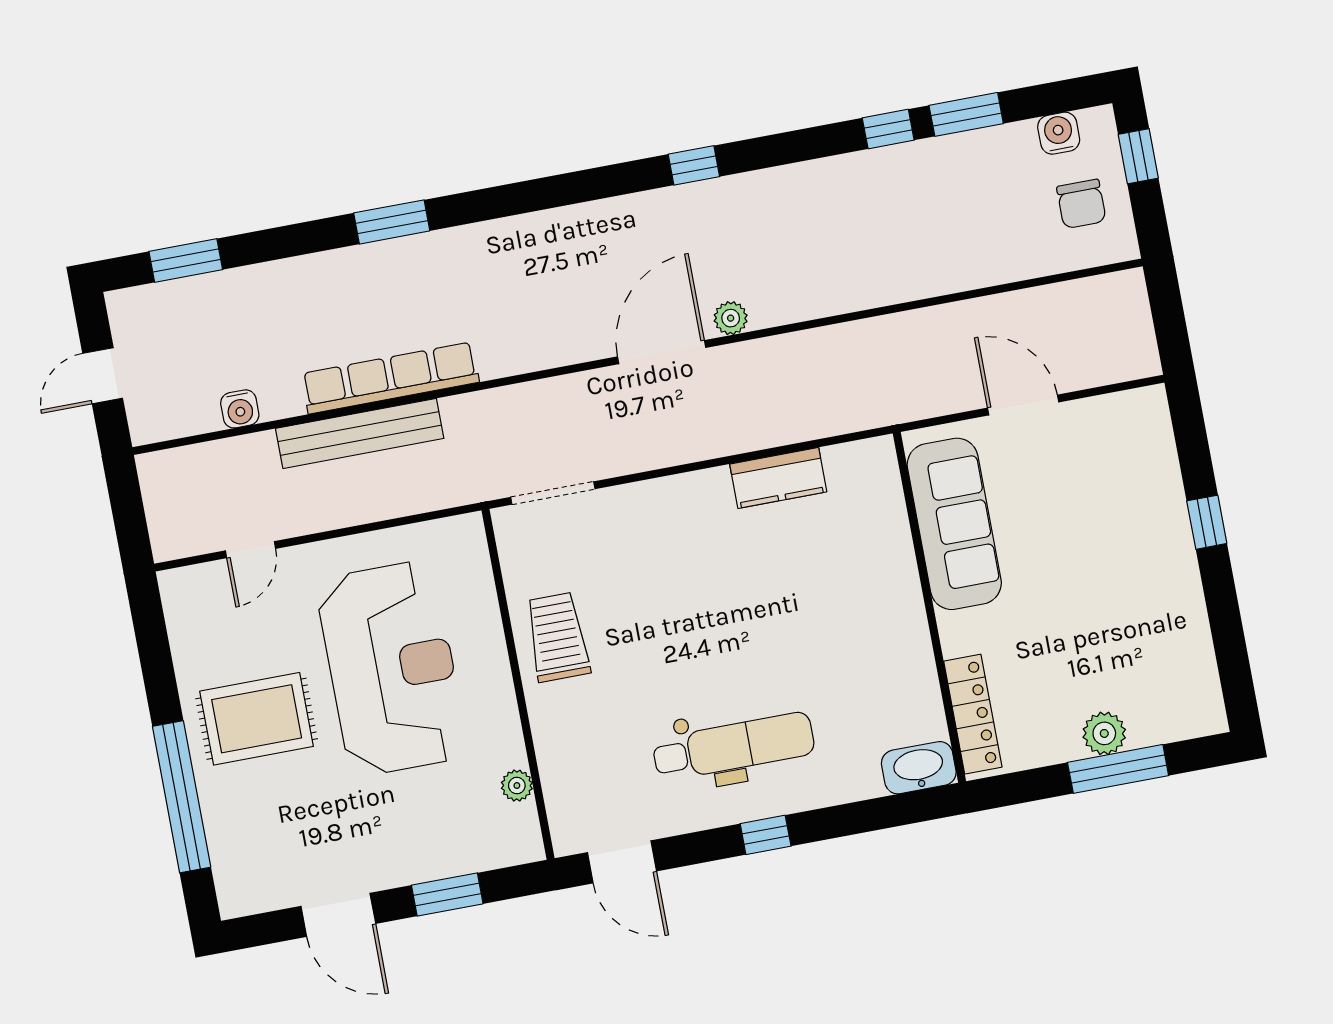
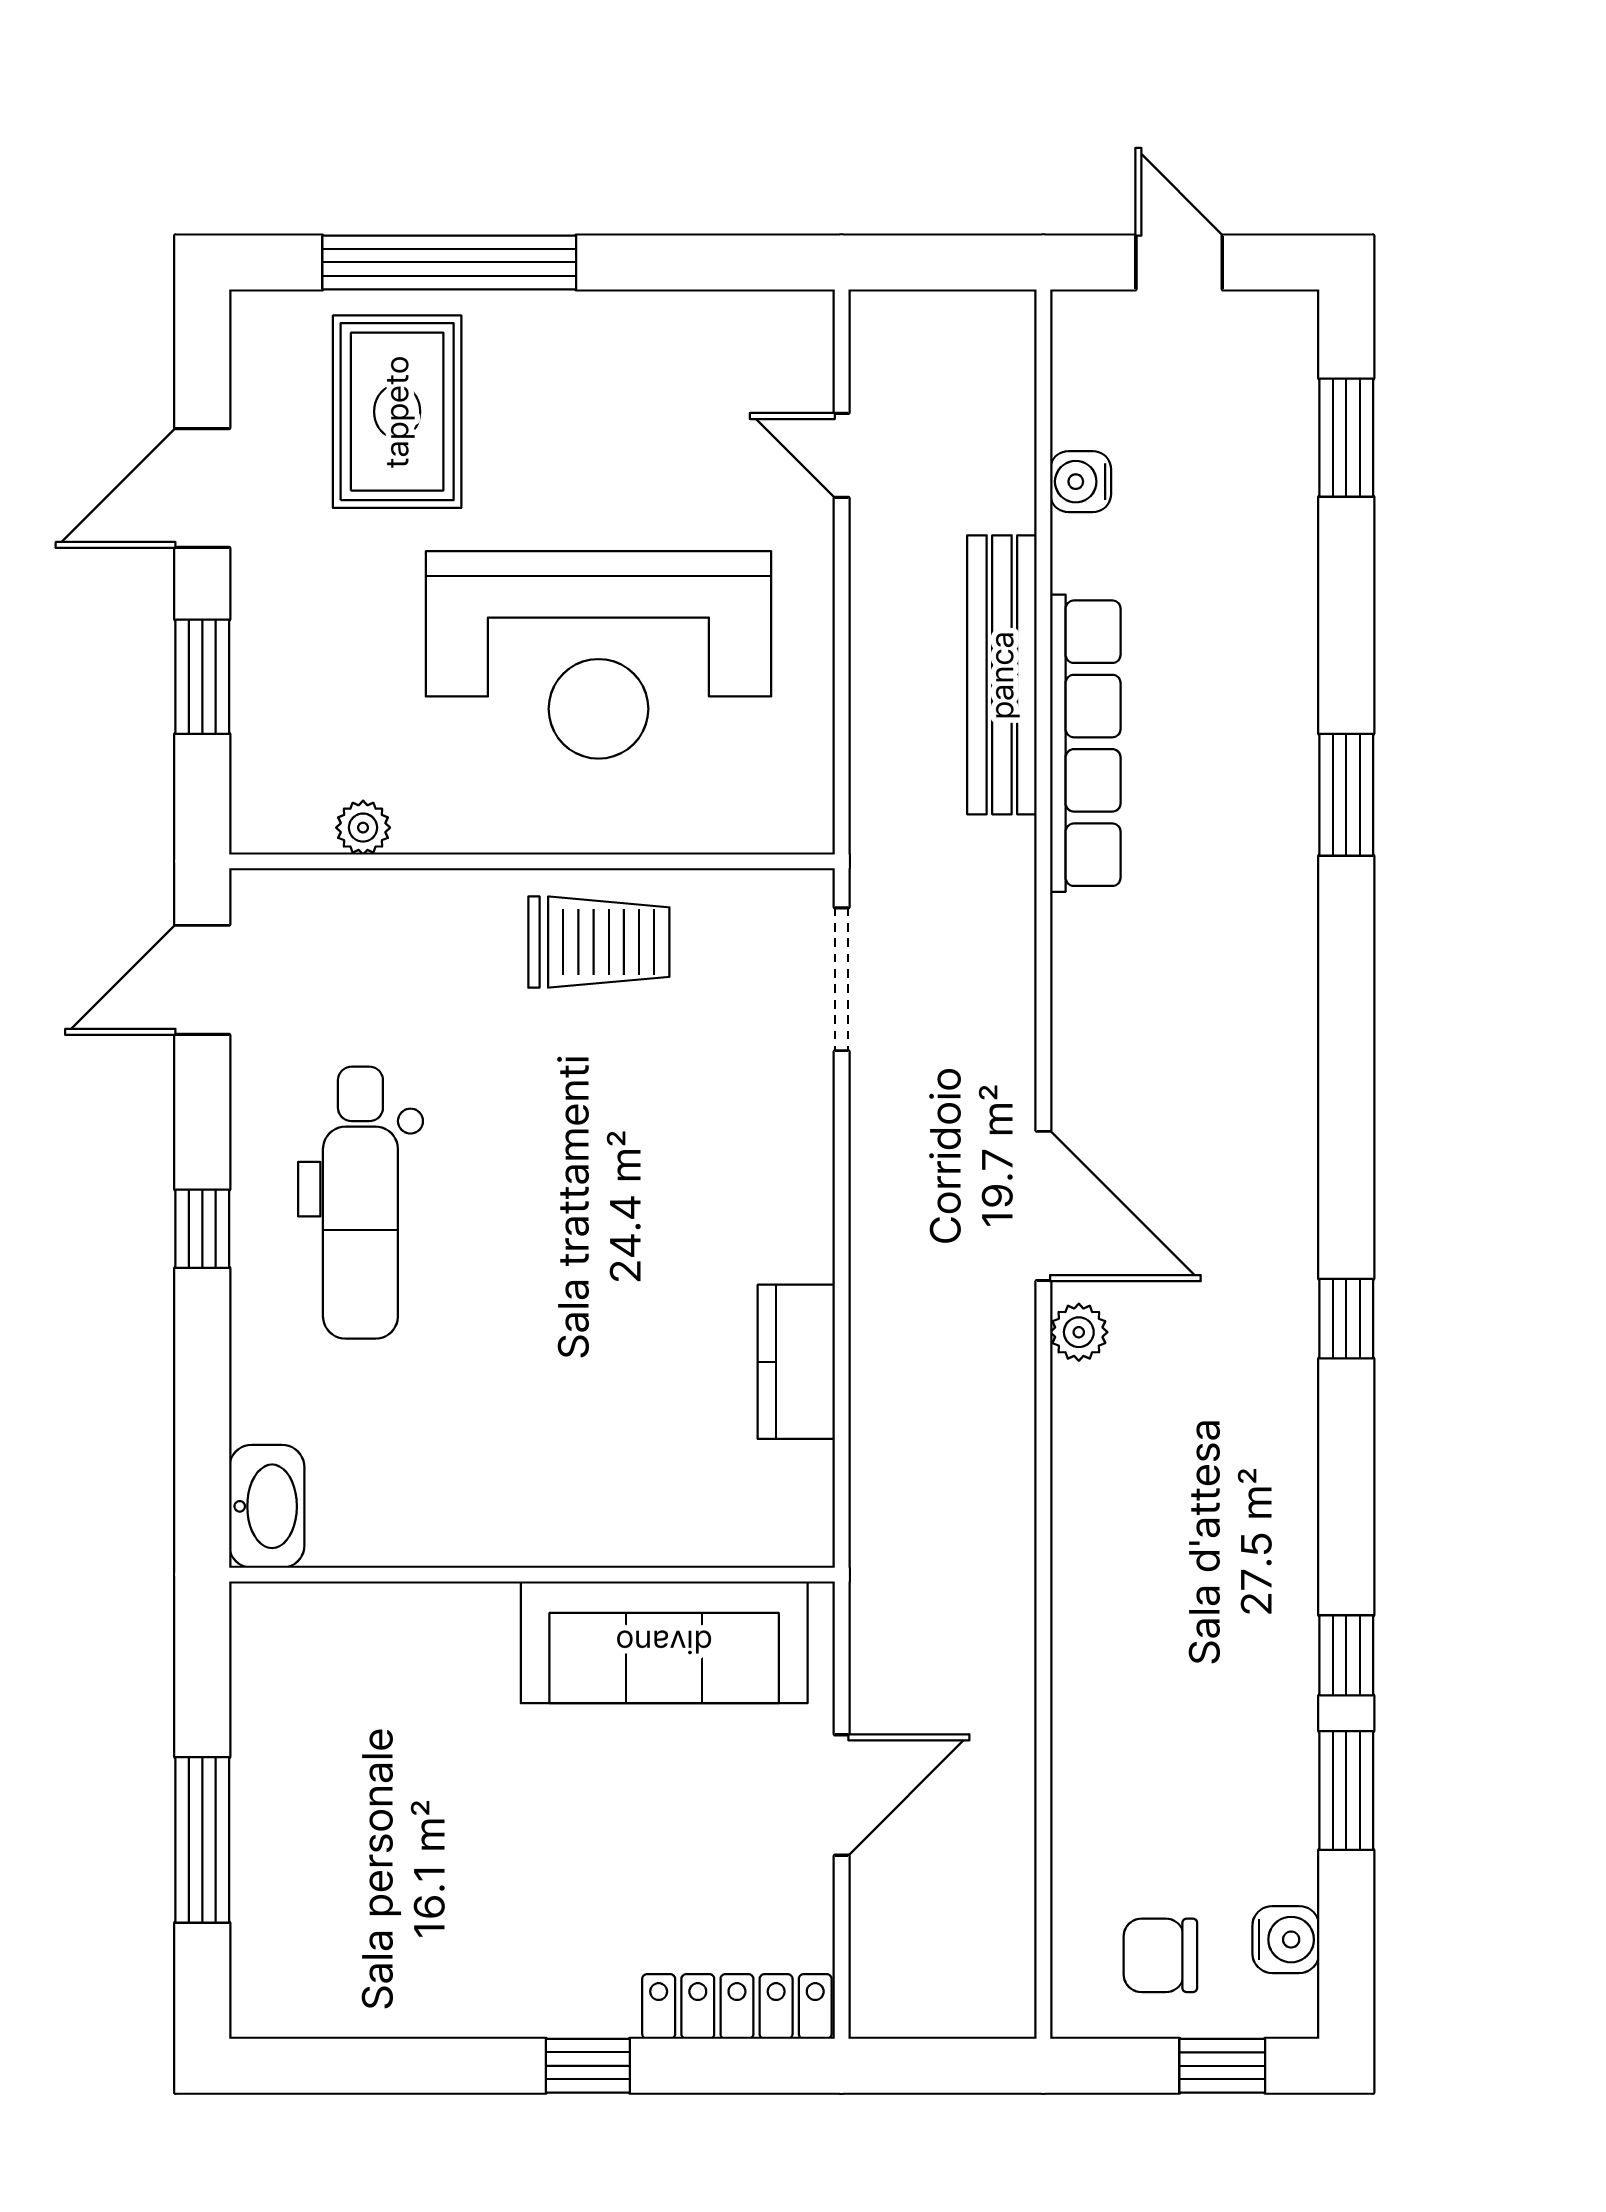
locker: (973, 714) -> (737, 2006), moved, turned 180
rug: (257, 719) -> (397, 412), moved
plant: (1104, 733) -> (266, 1828), removed

